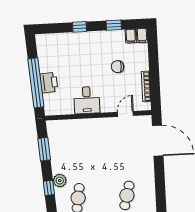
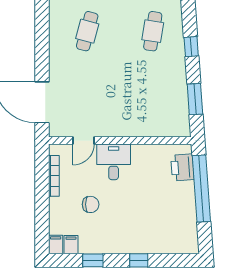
printer: (49, 83) -> (182, 167), moved
desk: (87, 100) -> (114, 162), moved
plant: (60, 181) -> (176, 56), removed

